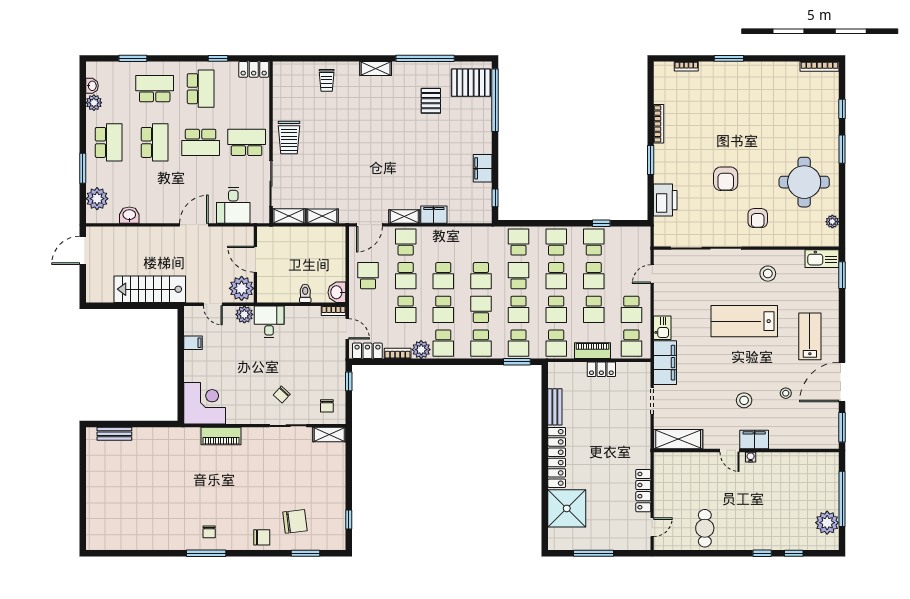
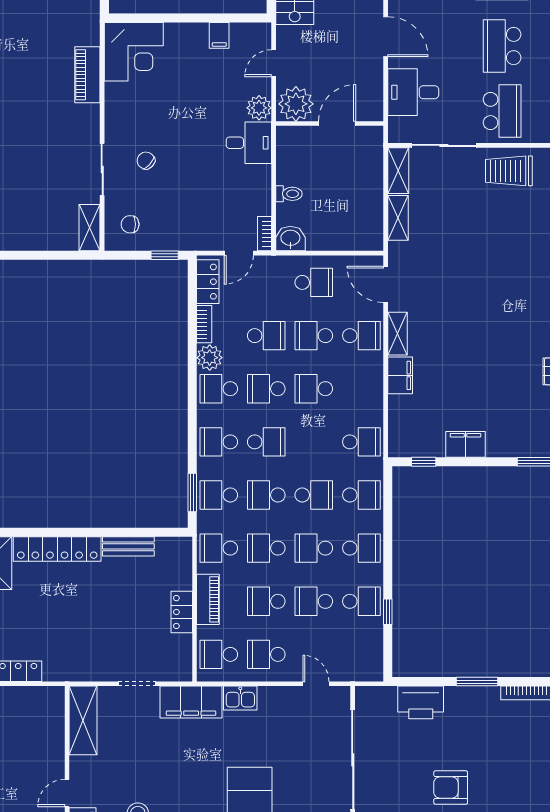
school desk: (481, 276) -> (361, 442), moved, turned 180
school desk: (406, 309) -> (266, 336), turned 180

